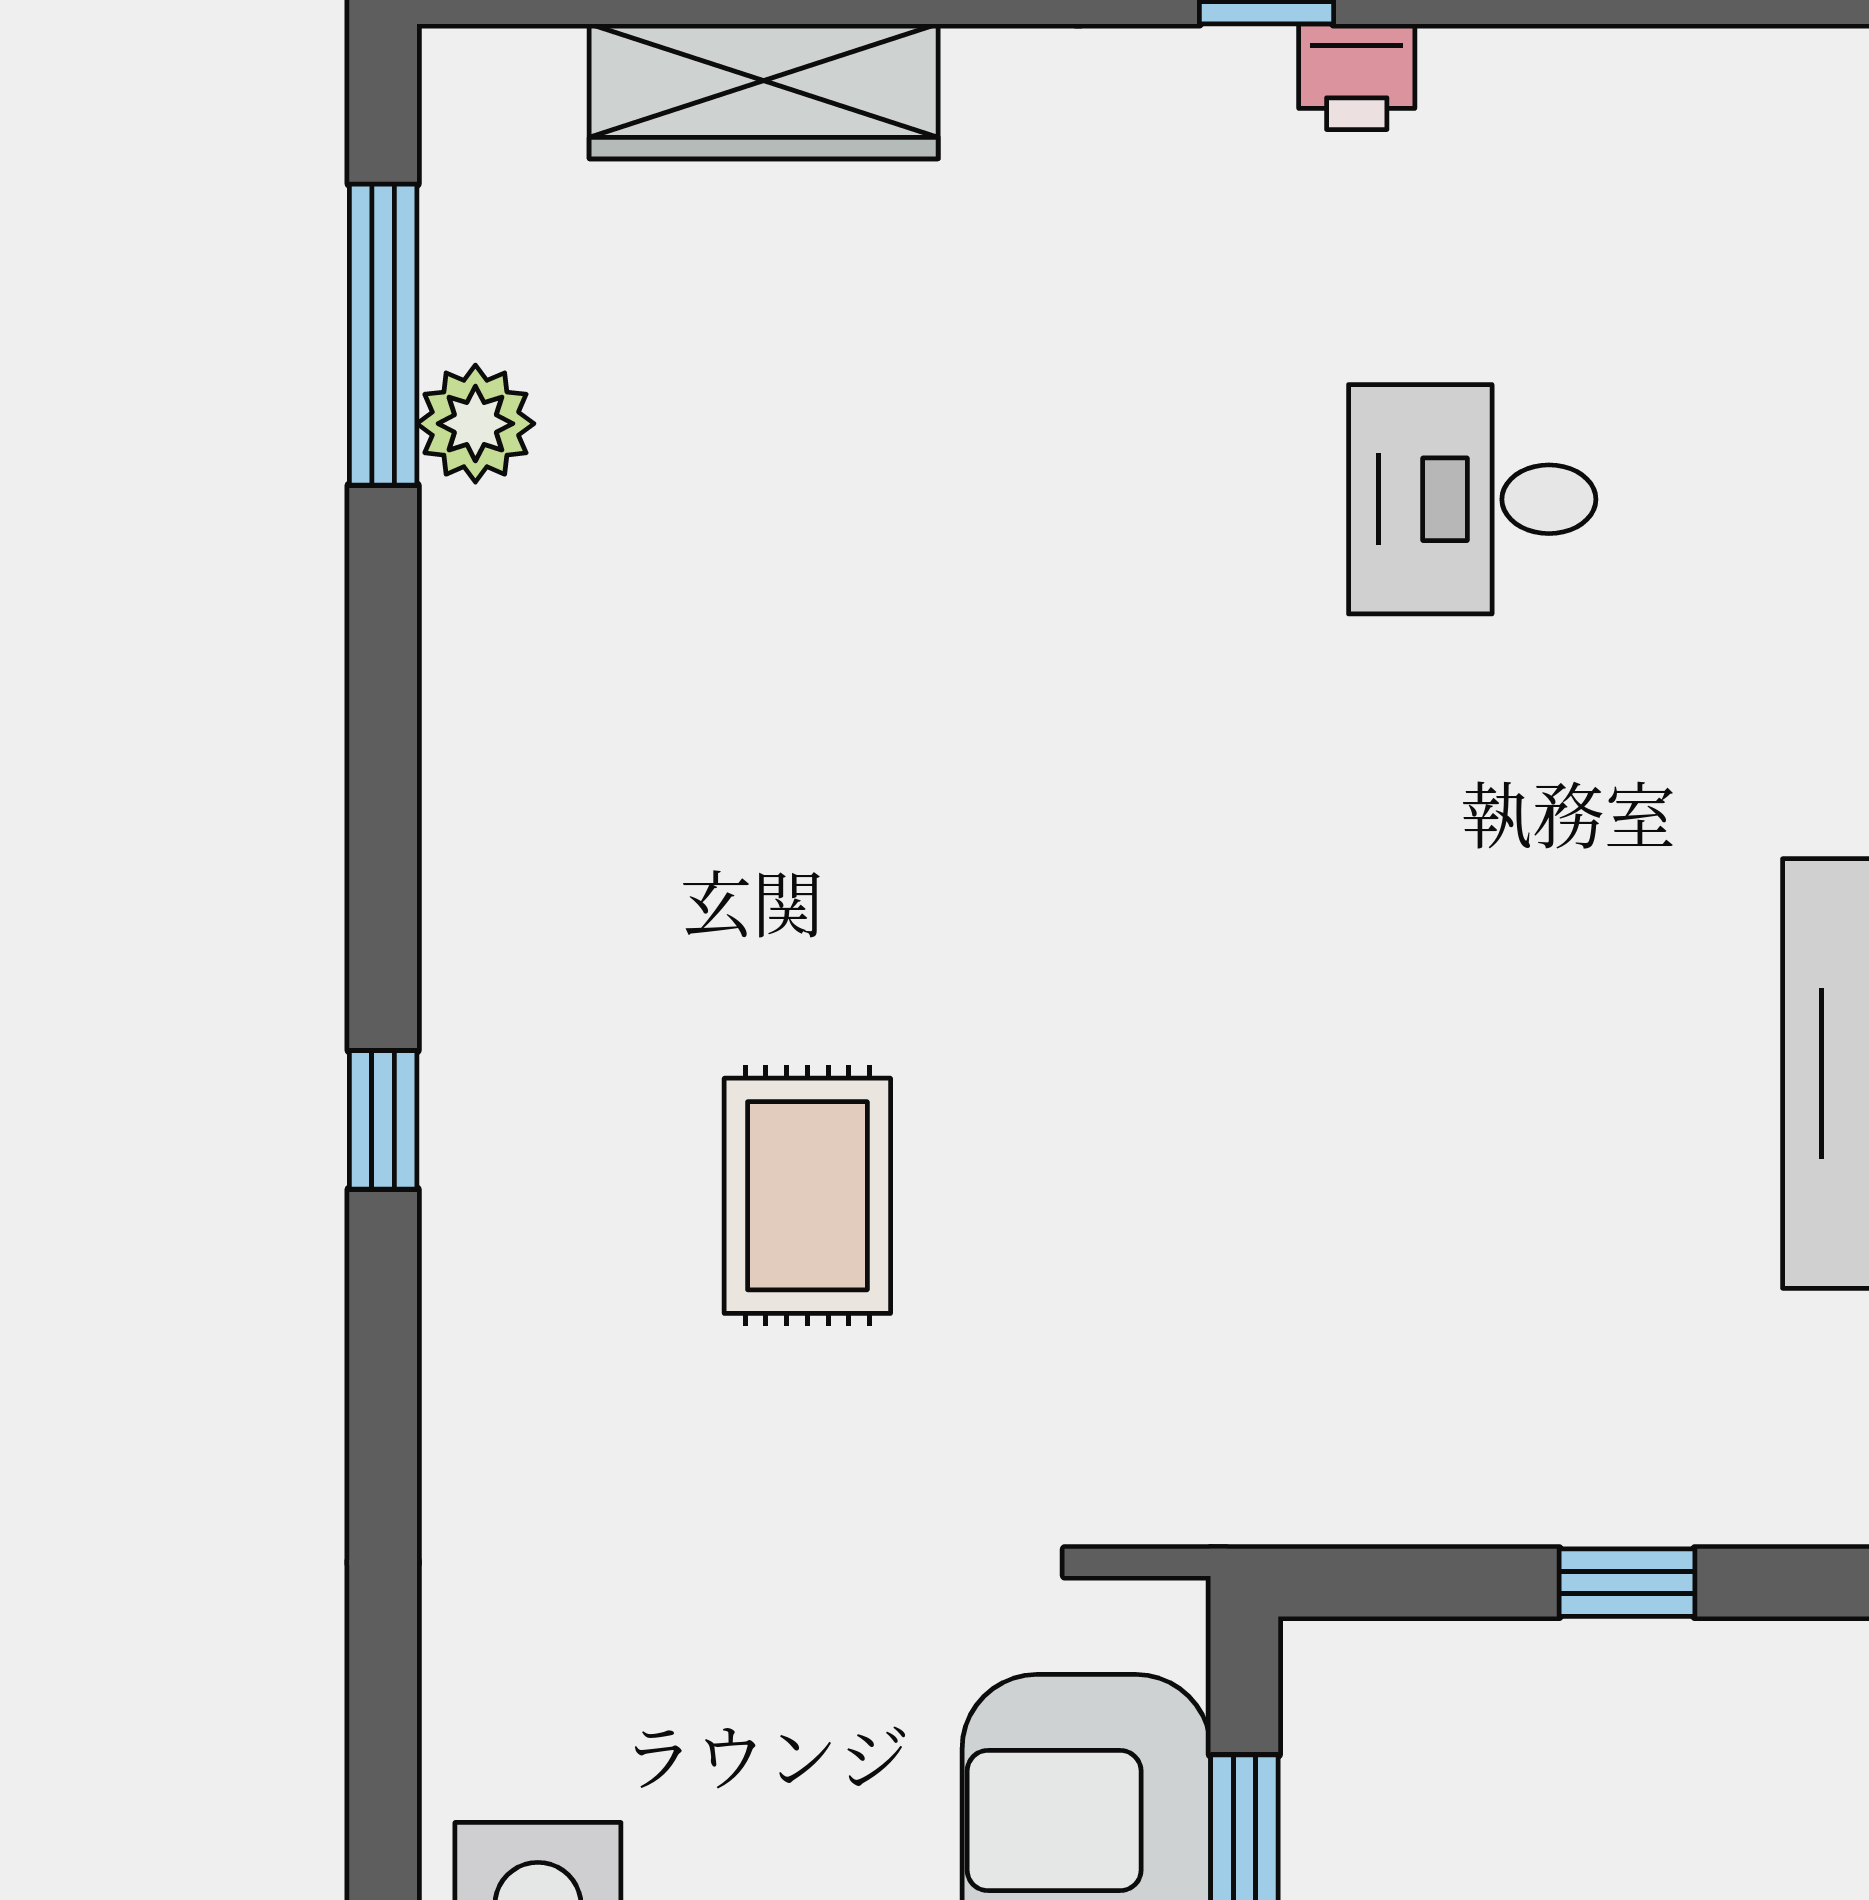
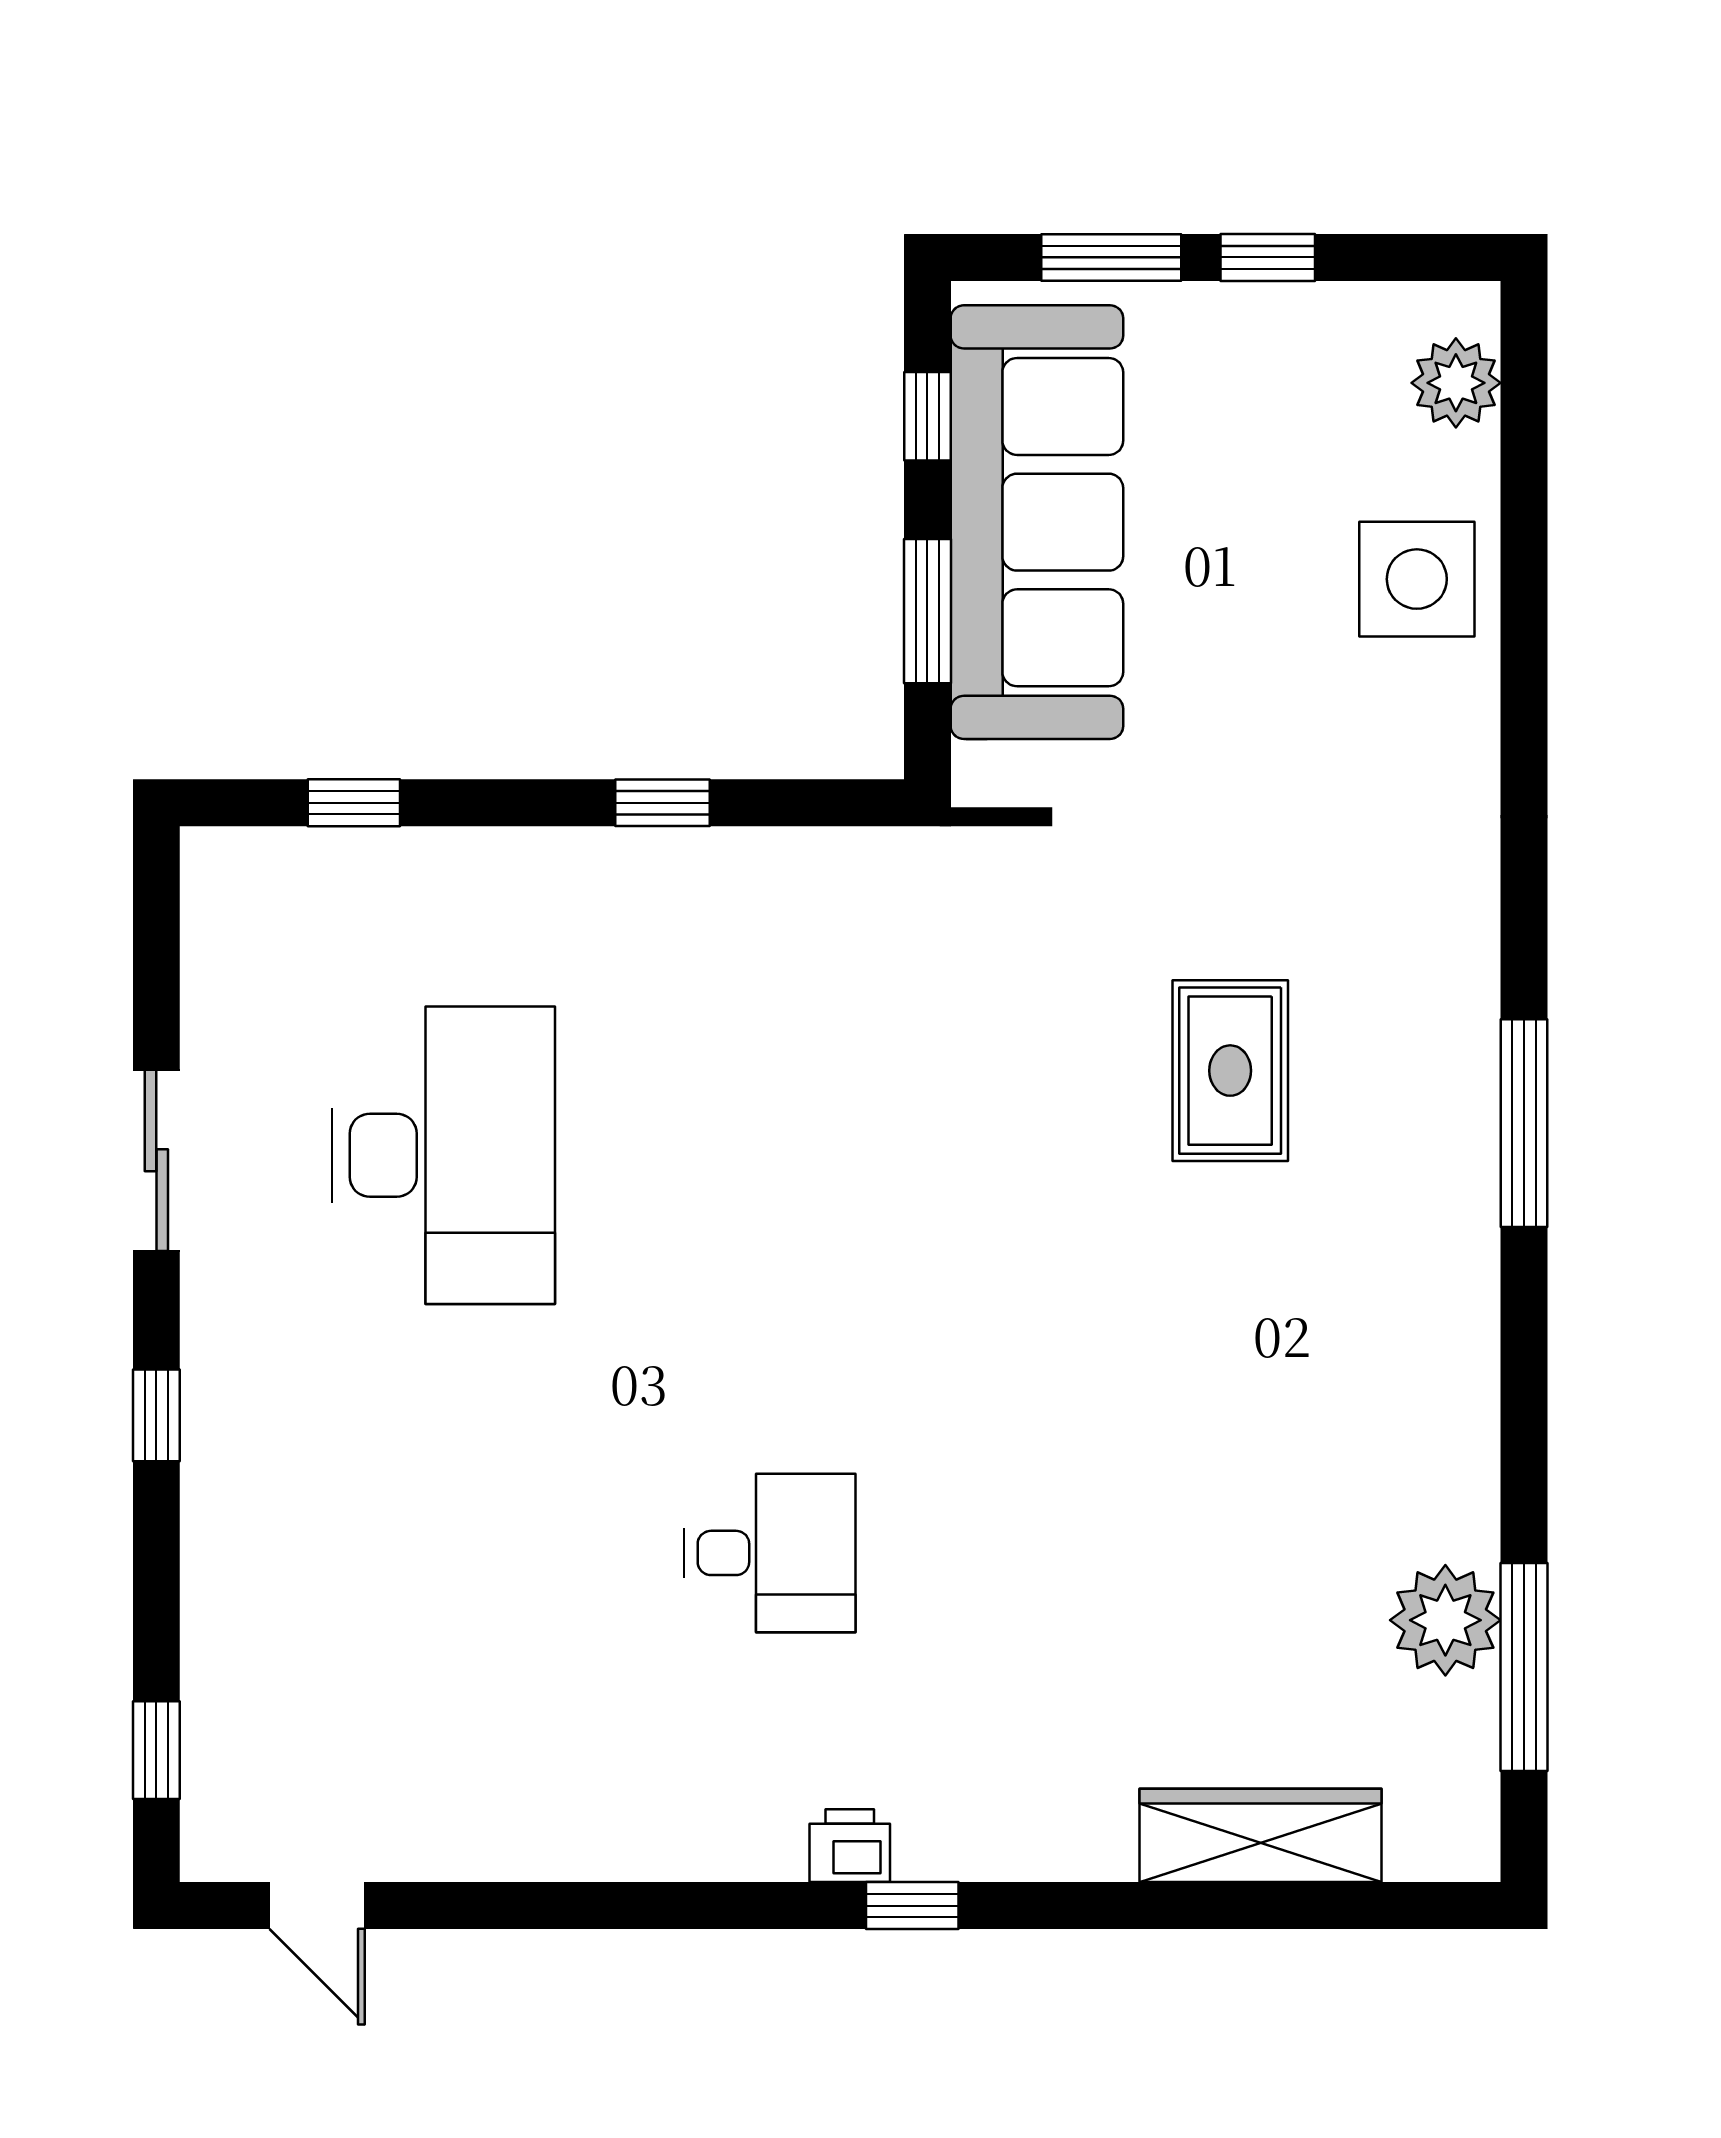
plant: (475, 424) -> (1445, 1620), width x1.36, depth x1.36
window: (383, 1120) -> (1524, 1123), width x2.17

